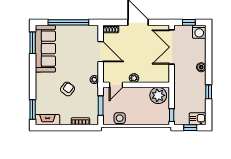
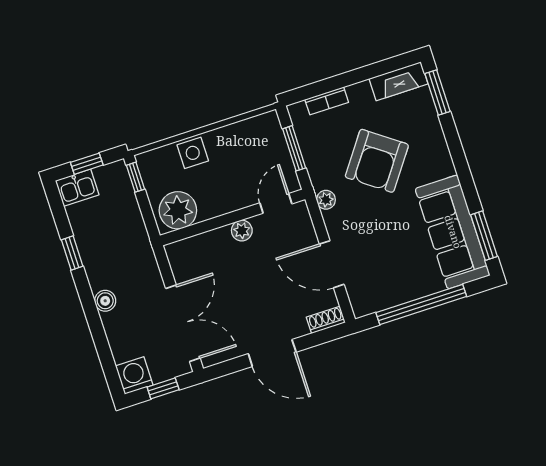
armchair: (68, 89) -> (377, 161), width x1.88, depth x1.88
side table: (120, 118) -> (193, 153), moved

